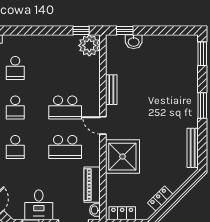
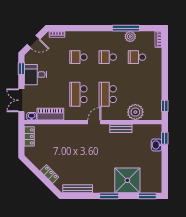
plant: (89, 45) -> (135, 112), moved
shower: (122, 157) -> (127, 180), moved
locker: (160, 199) -> (49, 174), moved

